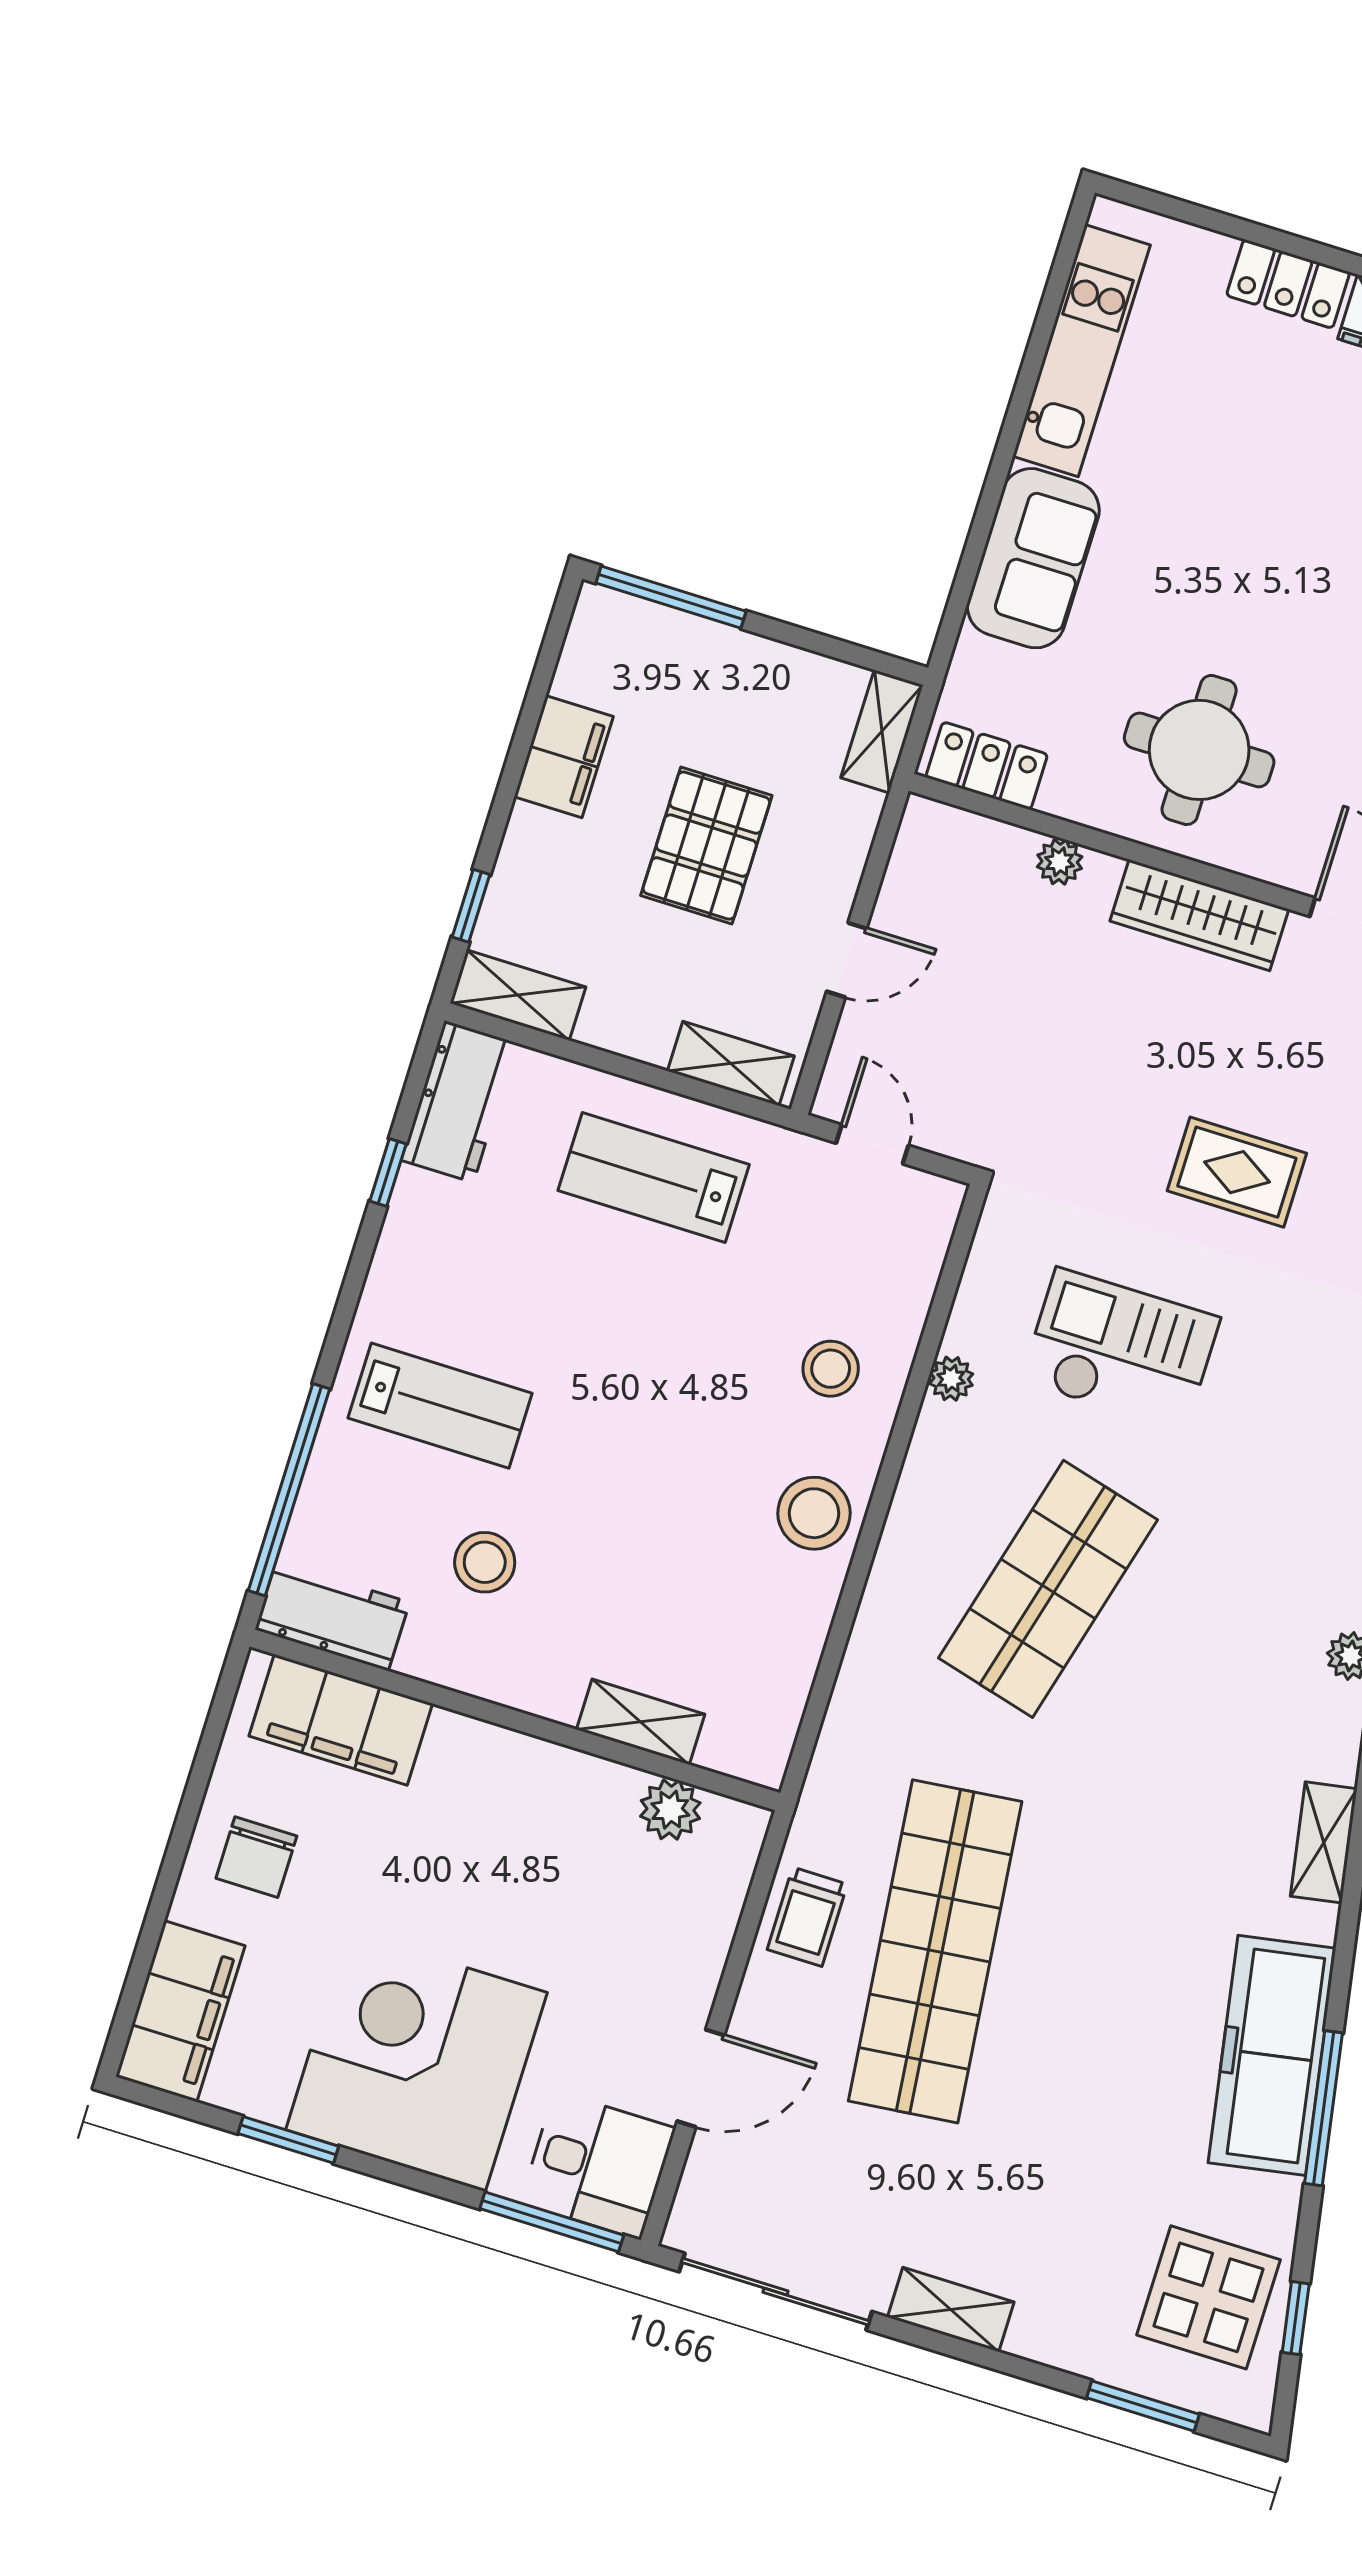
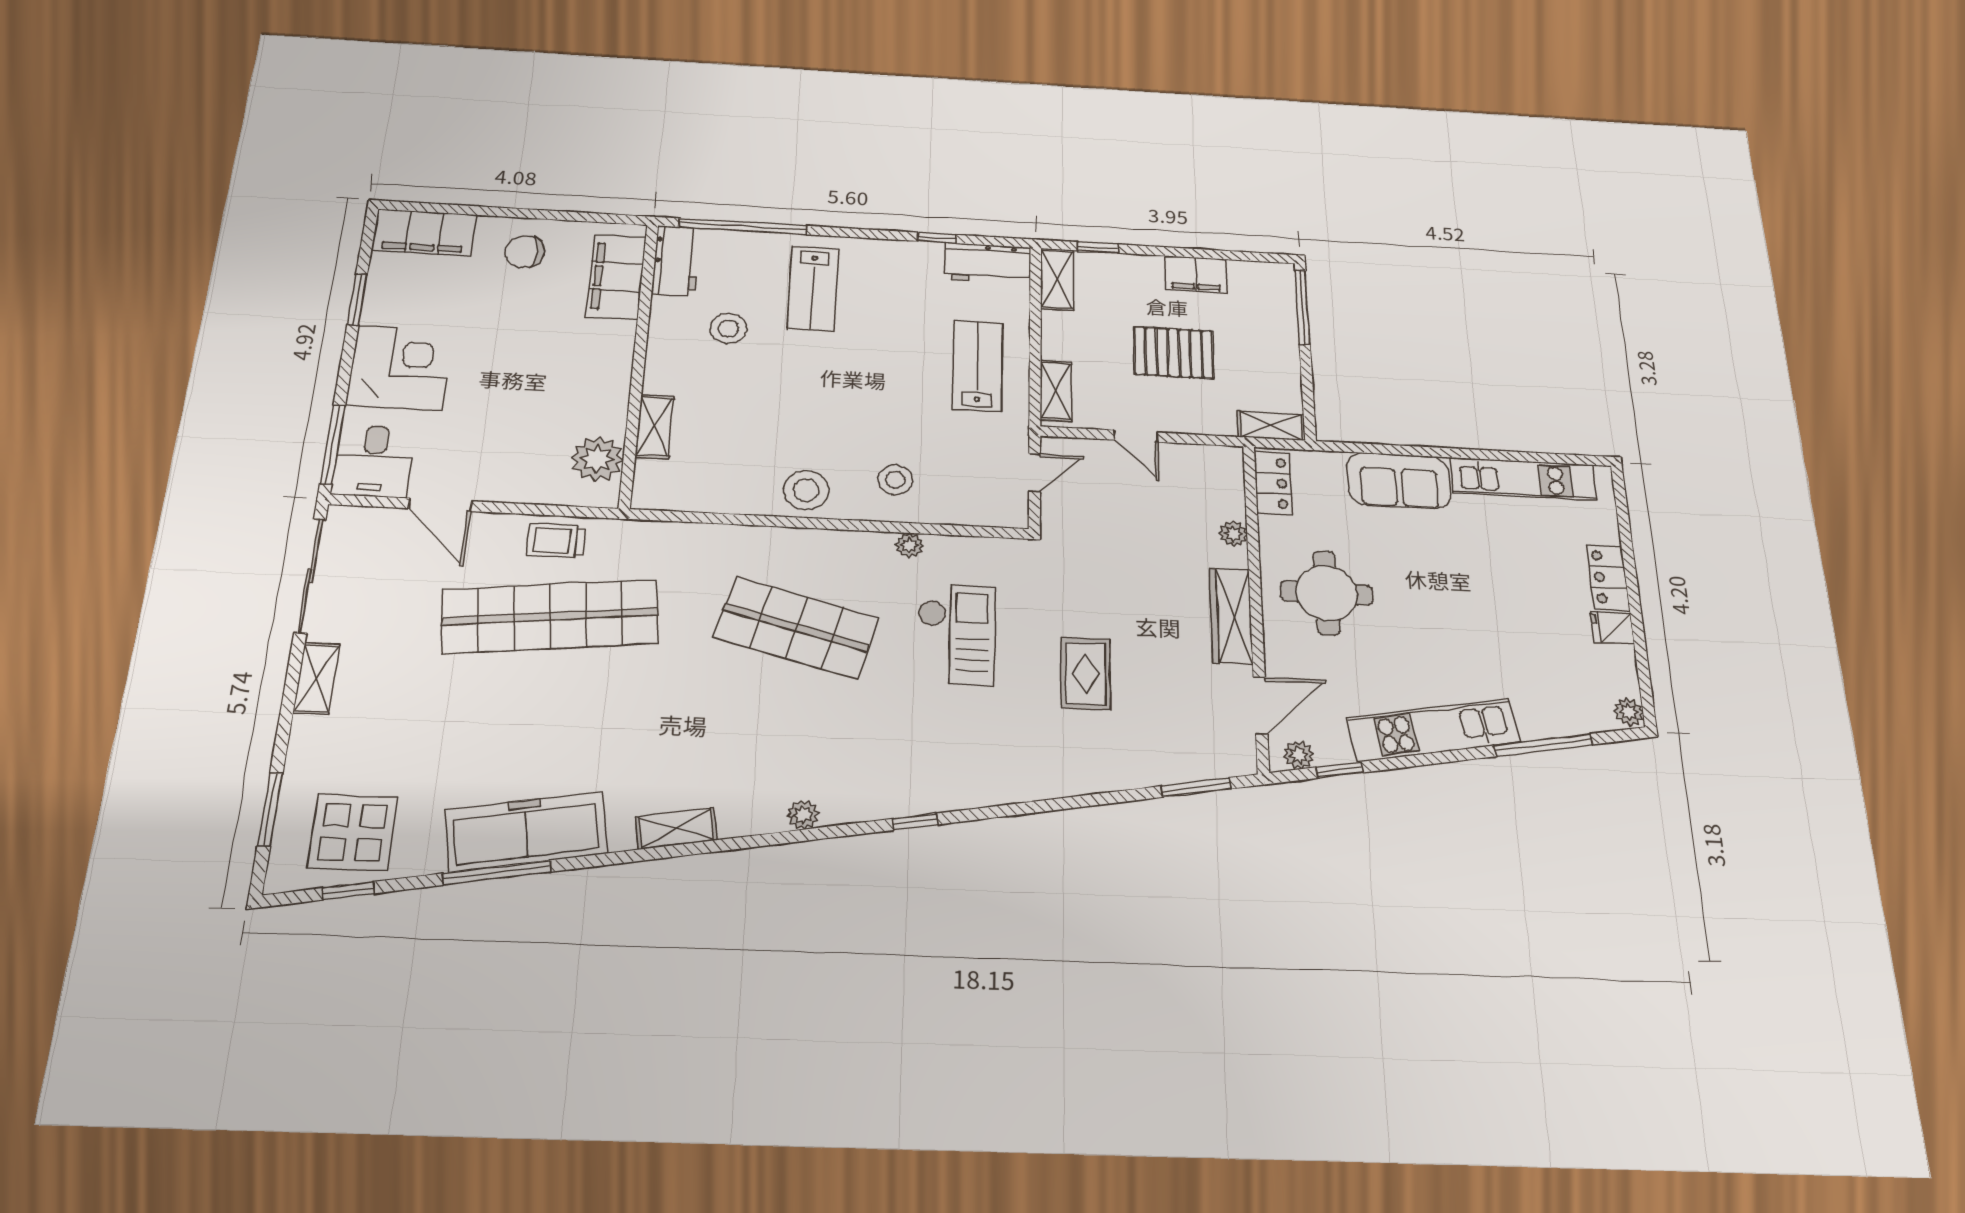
plant: (670, 1810) -> (597, 459), width x1.36, depth x1.36
corner desk: (416, 2061) -> (400, 368), width x0.74, depth x0.74

